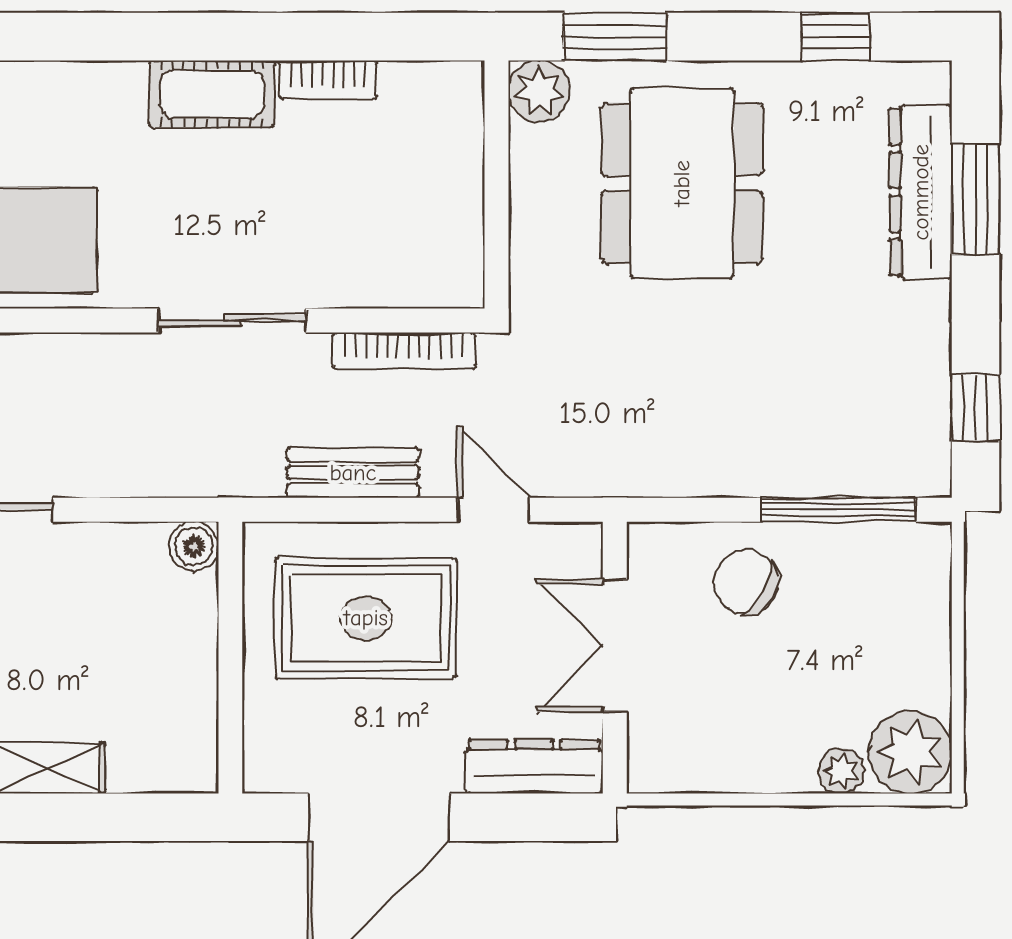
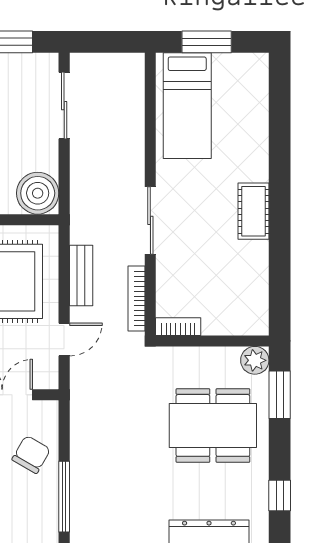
bookcase: (328, 80) -> (178, 327), moved, turned 90
boiler: (194, 546) -> (38, 193), width x1.86, depth x1.86

